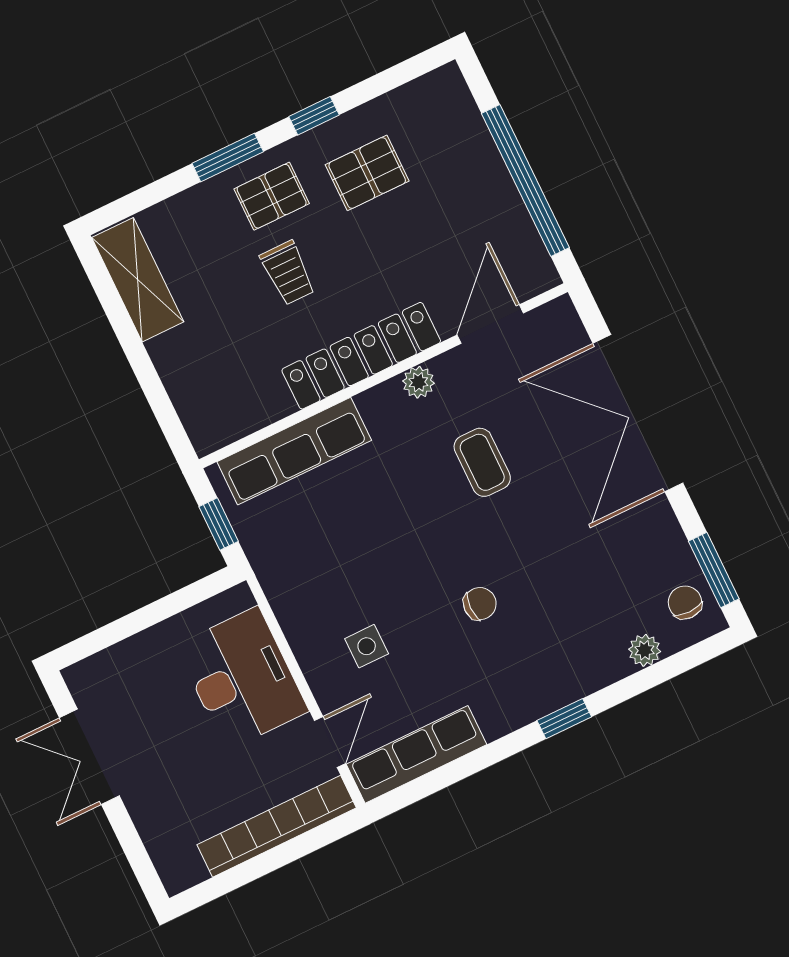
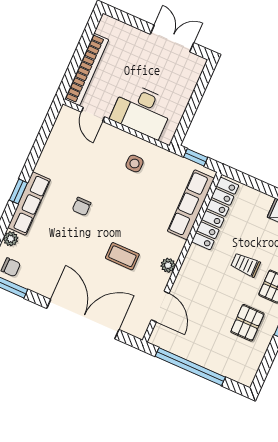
locker: (361, 356) -> (215, 214), moved
side table: (367, 646) -> (135, 164), moved
row of seats: (416, 754) -> (29, 204), moved

